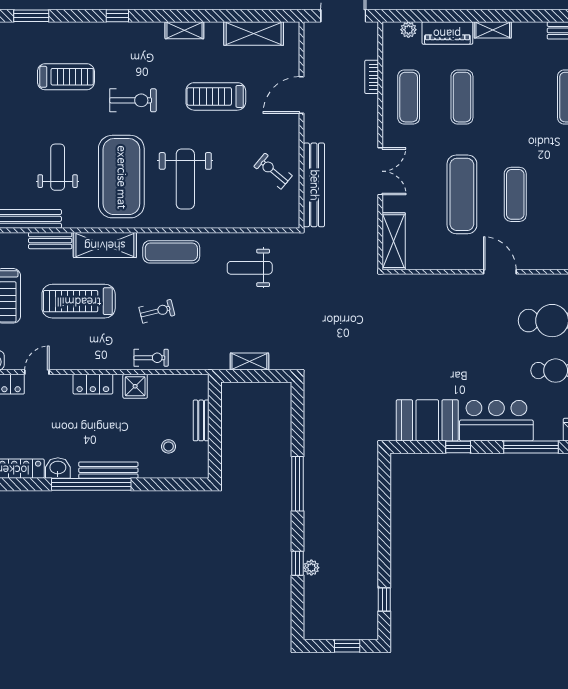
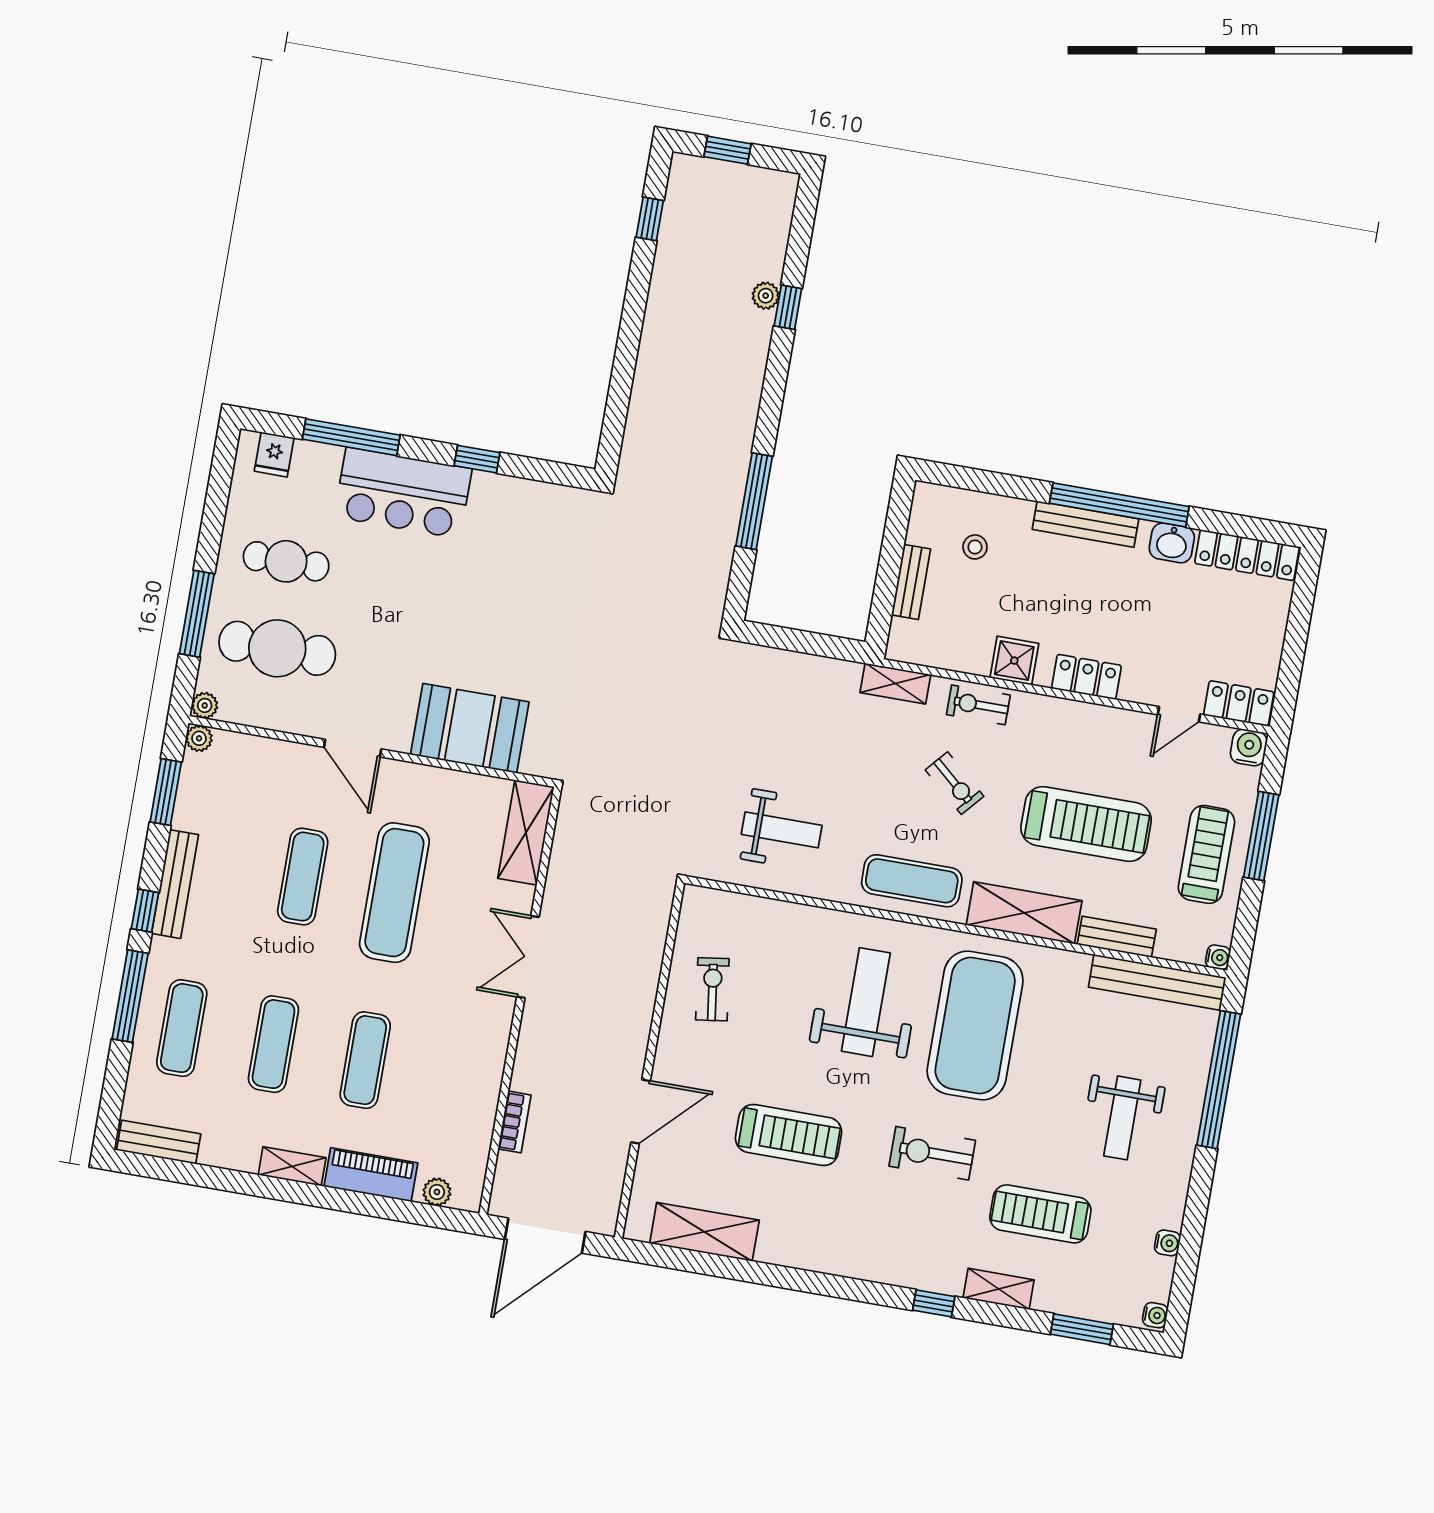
shelving: (184, 30) -> (999, 1289), moved
exercise mat: (409, 97) -> (273, 1044), moved
weight bench: (58, 167) -> (1122, 1118), moved
exercise bike: (273, 171) -> (712, 989), turned -138
bench: (314, 185) -> (646, 953), removed
exercise bike: (157, 311) -> (954, 783), turned -125
shelving: (249, 362) -> (895, 684), moved
booth: (427, 420) -> (470, 728), moved
window: (298, 484) -> (754, 501), moved

